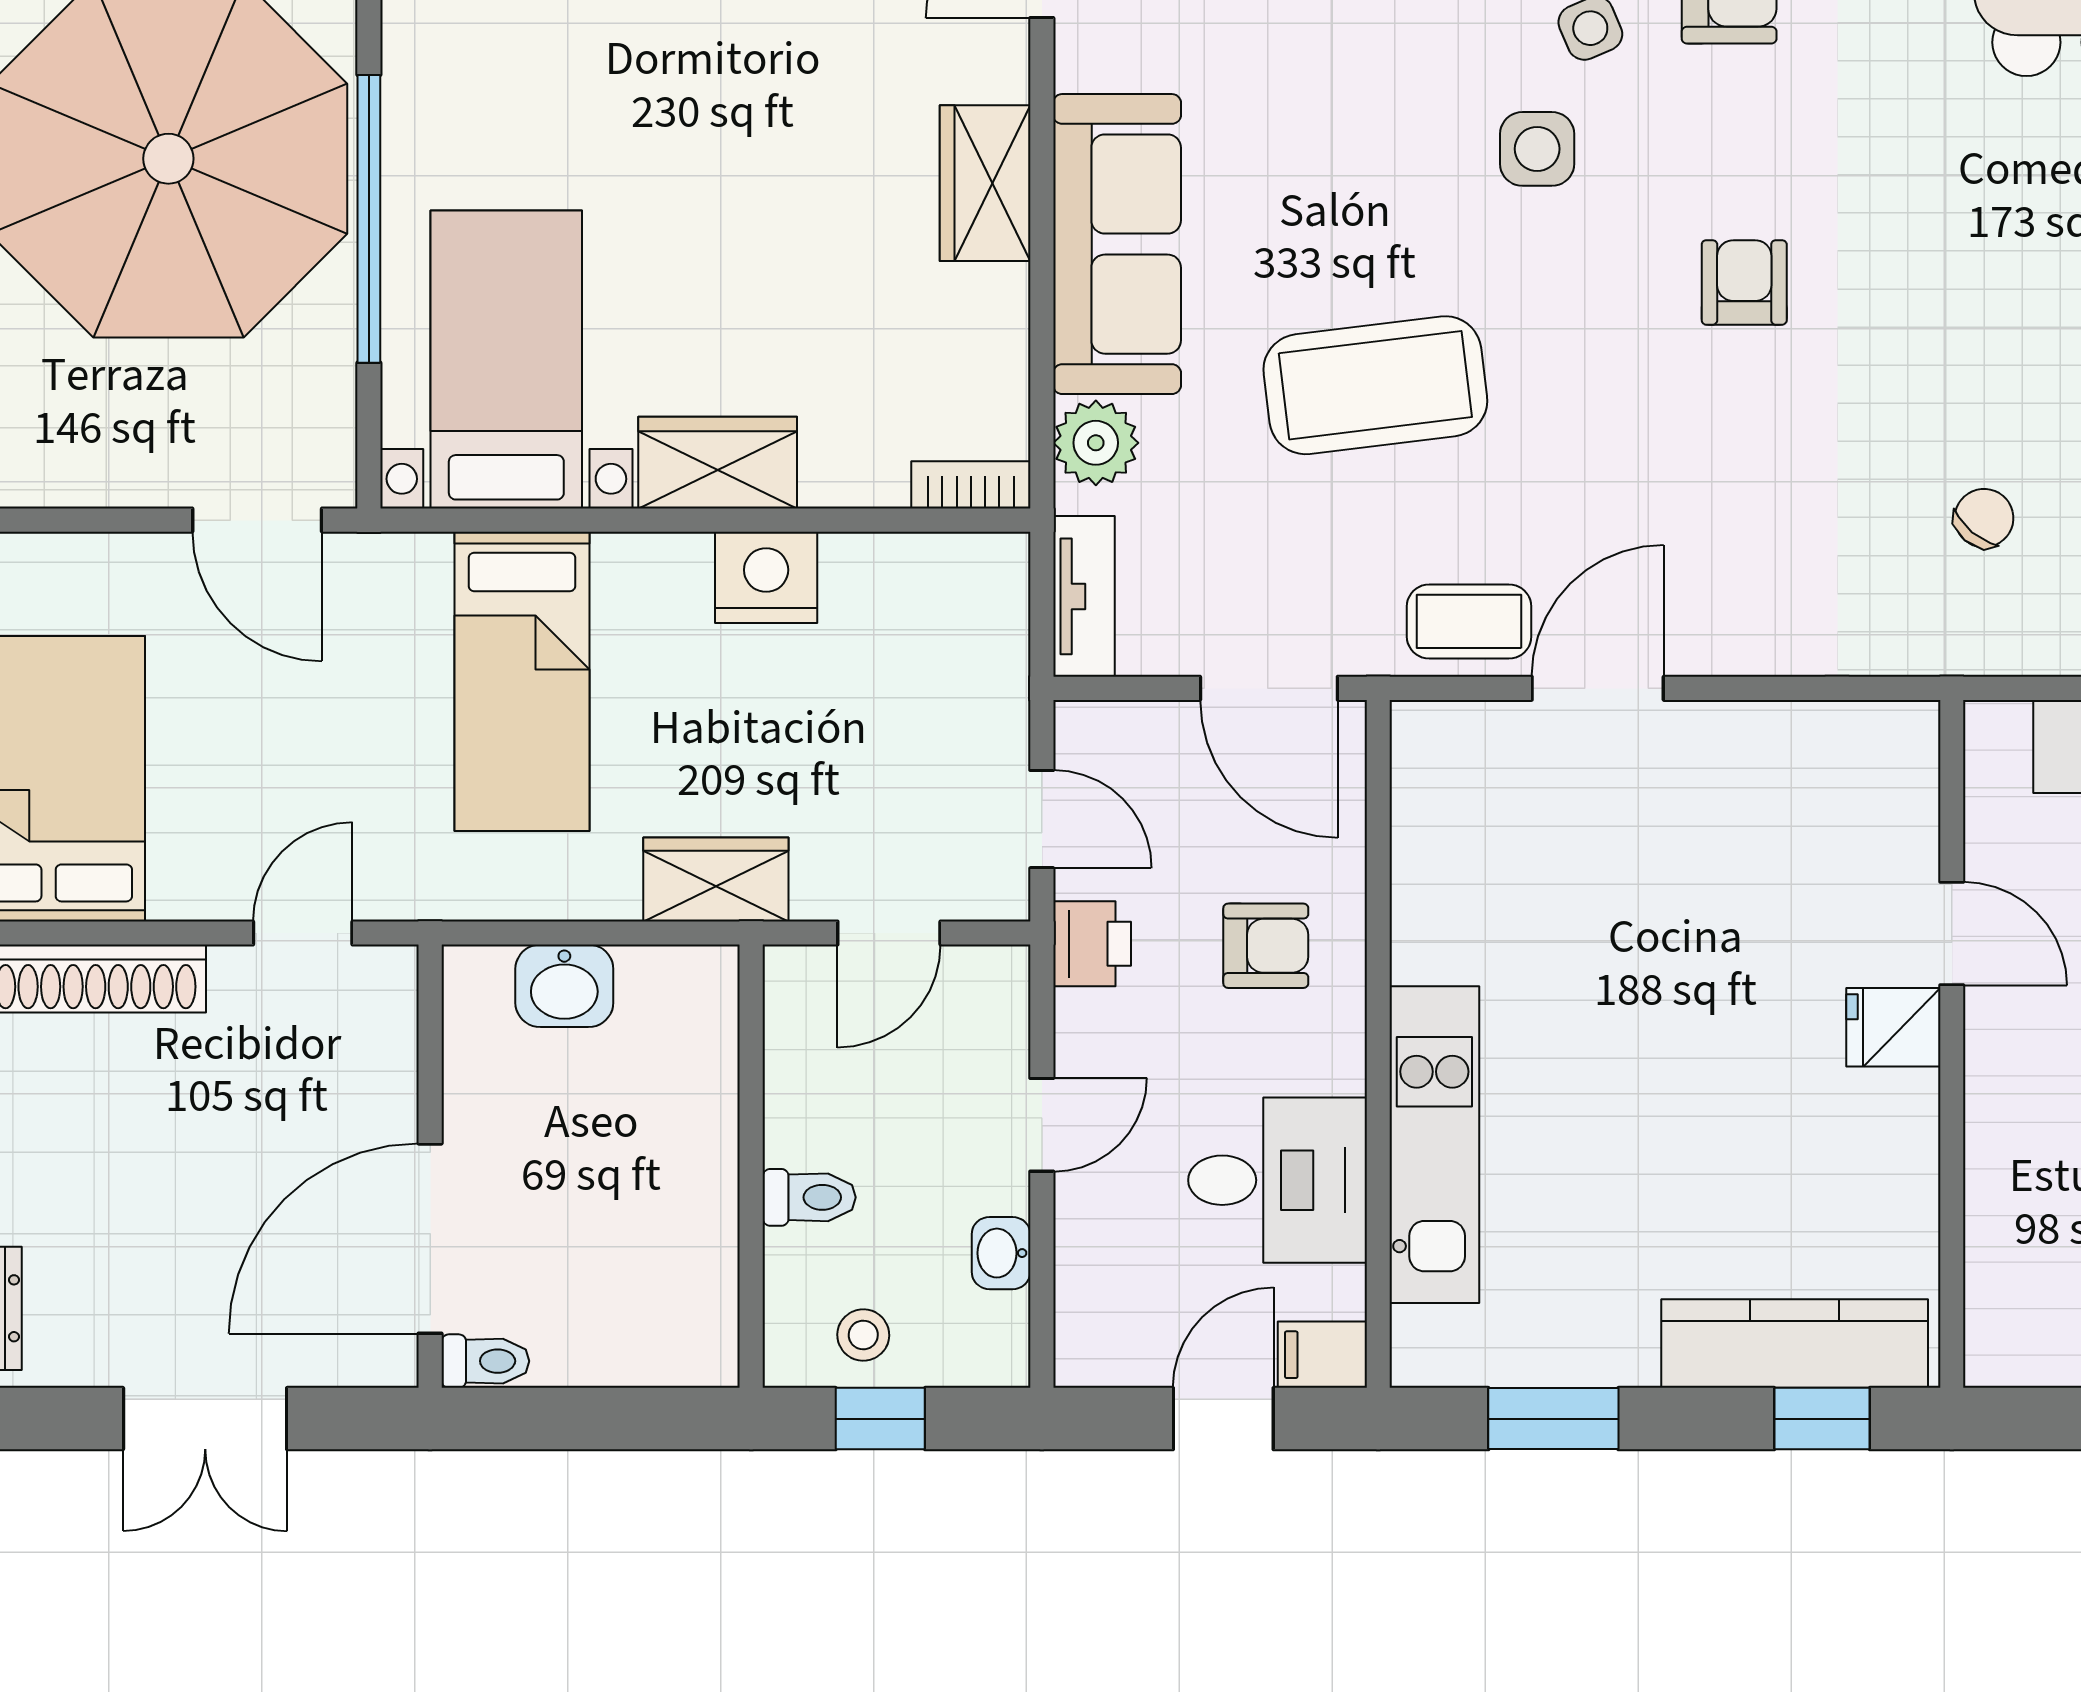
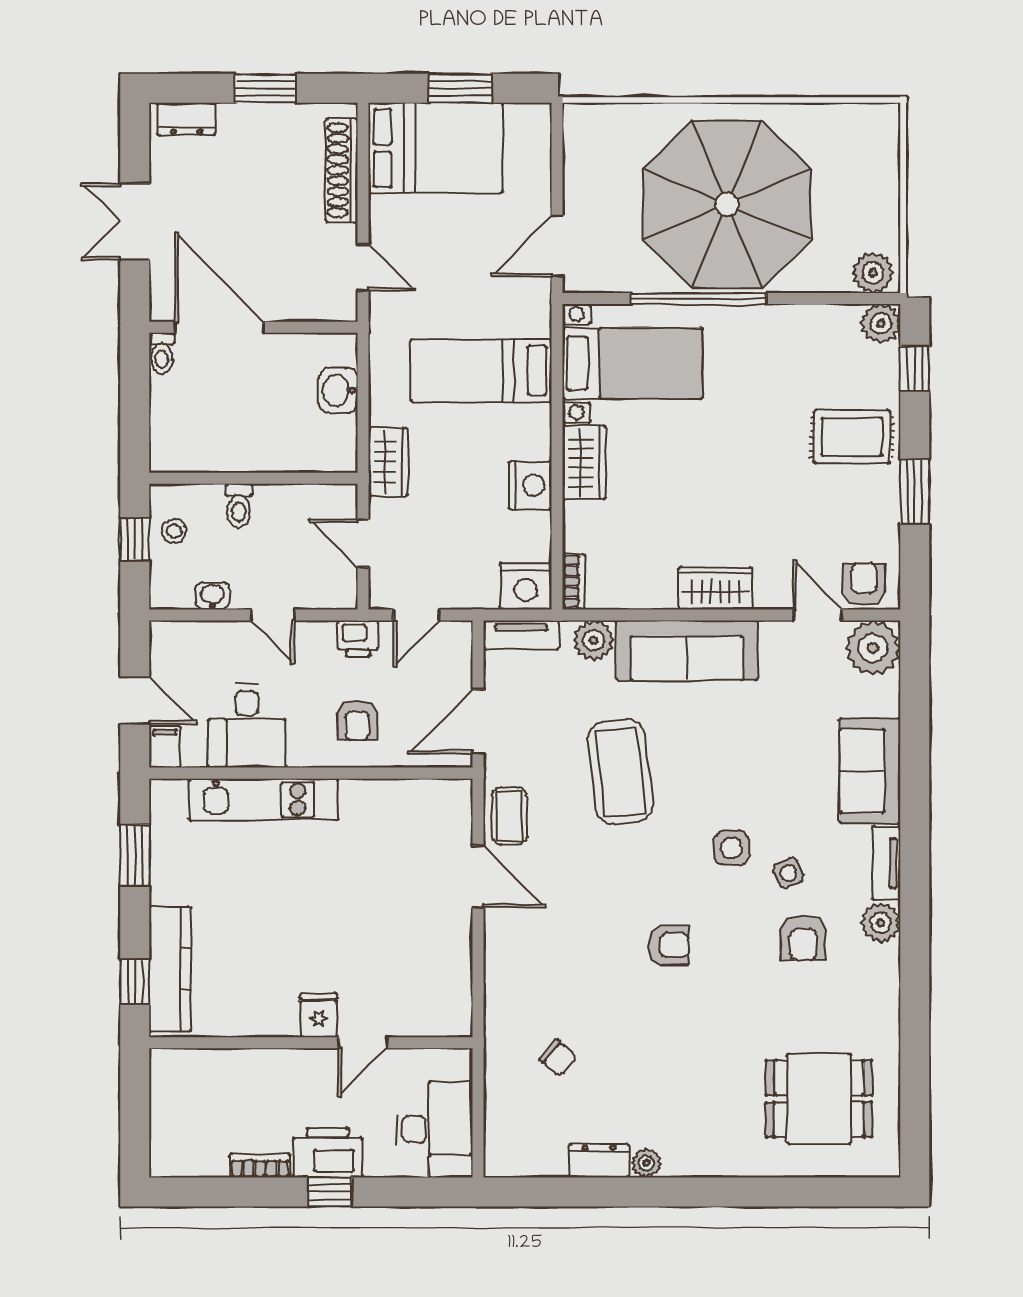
nightstand: (981, 587) -> (526, 586), added

